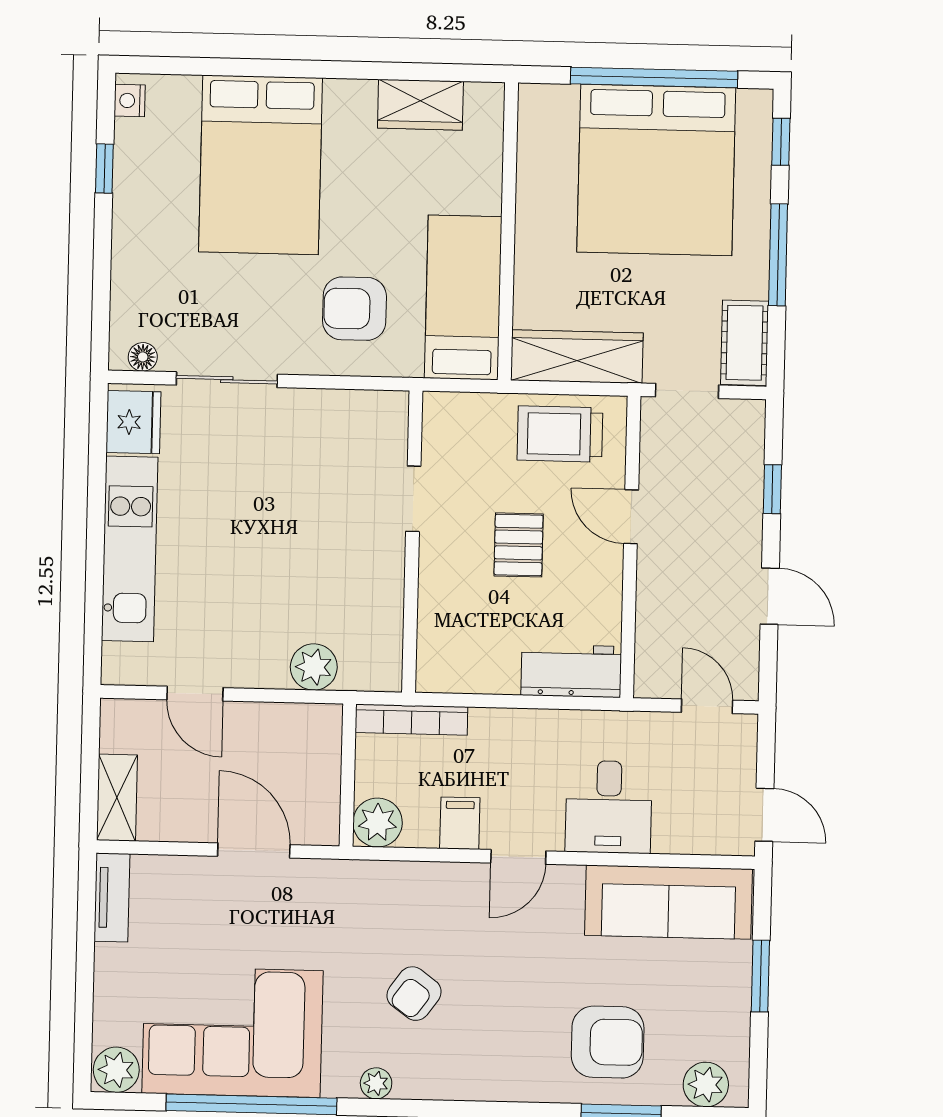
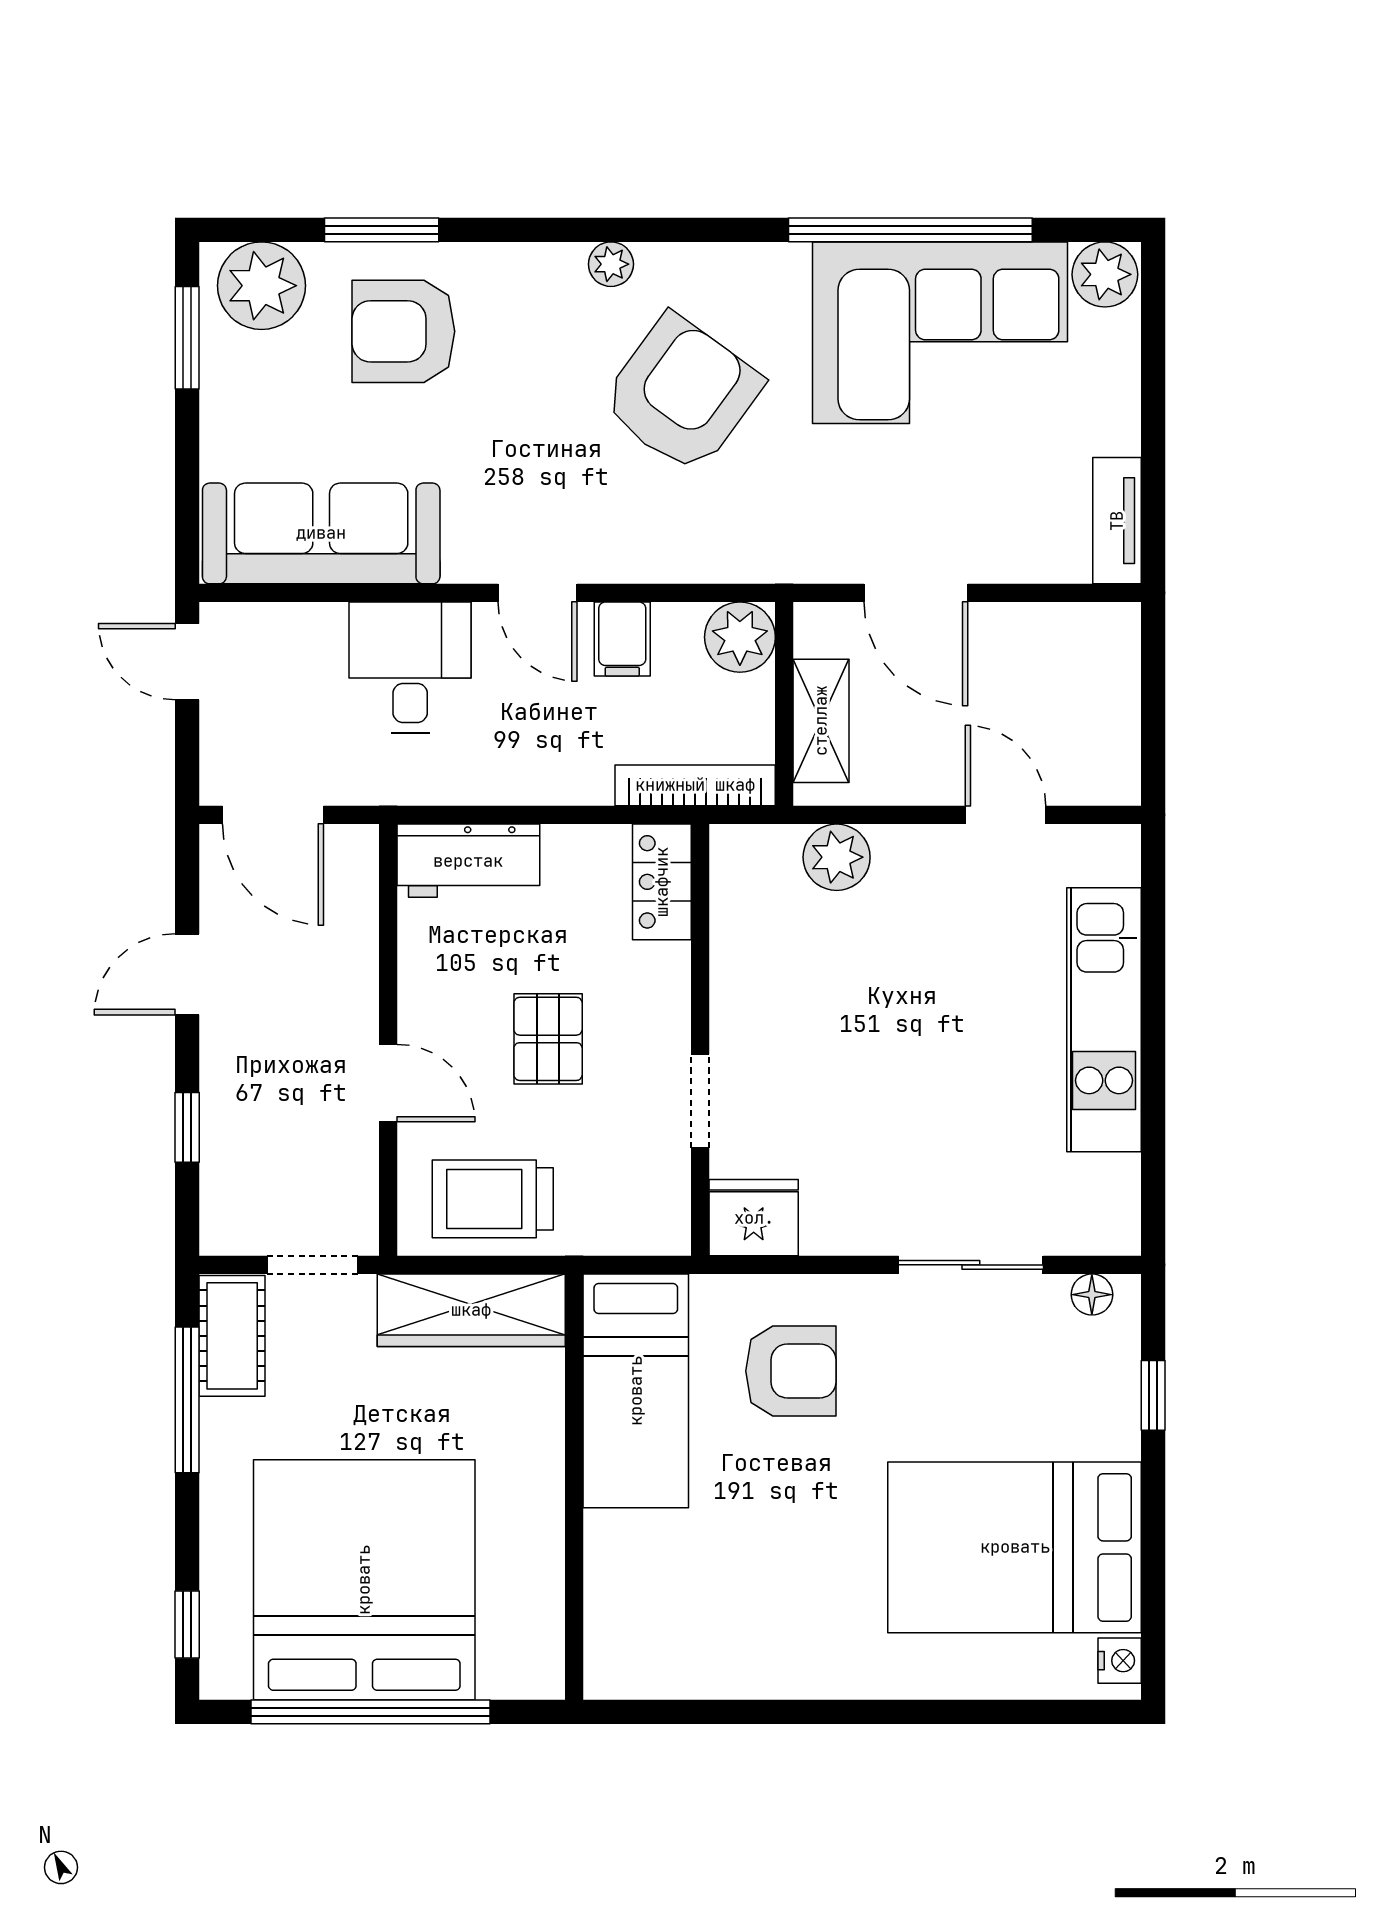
wardrobe: (420, 105) -> (704, 1665), removed
bed: (260, 165) -> (1015, 1547), moved, turned -90
window: (104, 168) -> (1153, 1395), moved
window: (778, 255) -> (187, 1400), moved
fridge: (133, 422) -> (754, 1218), moved, turned 90
trolley: (560, 434) -> (493, 1199), turned 180
door: (770, 596) -> (187, 974), hinge flipped
locker: (436, 653) -> (662, 882), added
door: (707, 706) -> (273, 815), width x1.37
shelving: (117, 798) -> (821, 721), moved
door: (518, 857) -> (538, 593), swing flipped
window: (760, 976) -> (187, 338), moved
armchair: (414, 994) -> (682, 394), width x1.88, depth x1.88
plant: (376, 1083) -> (611, 264), moved
plant: (706, 1085) -> (262, 286), width x1.36, depth x1.36

